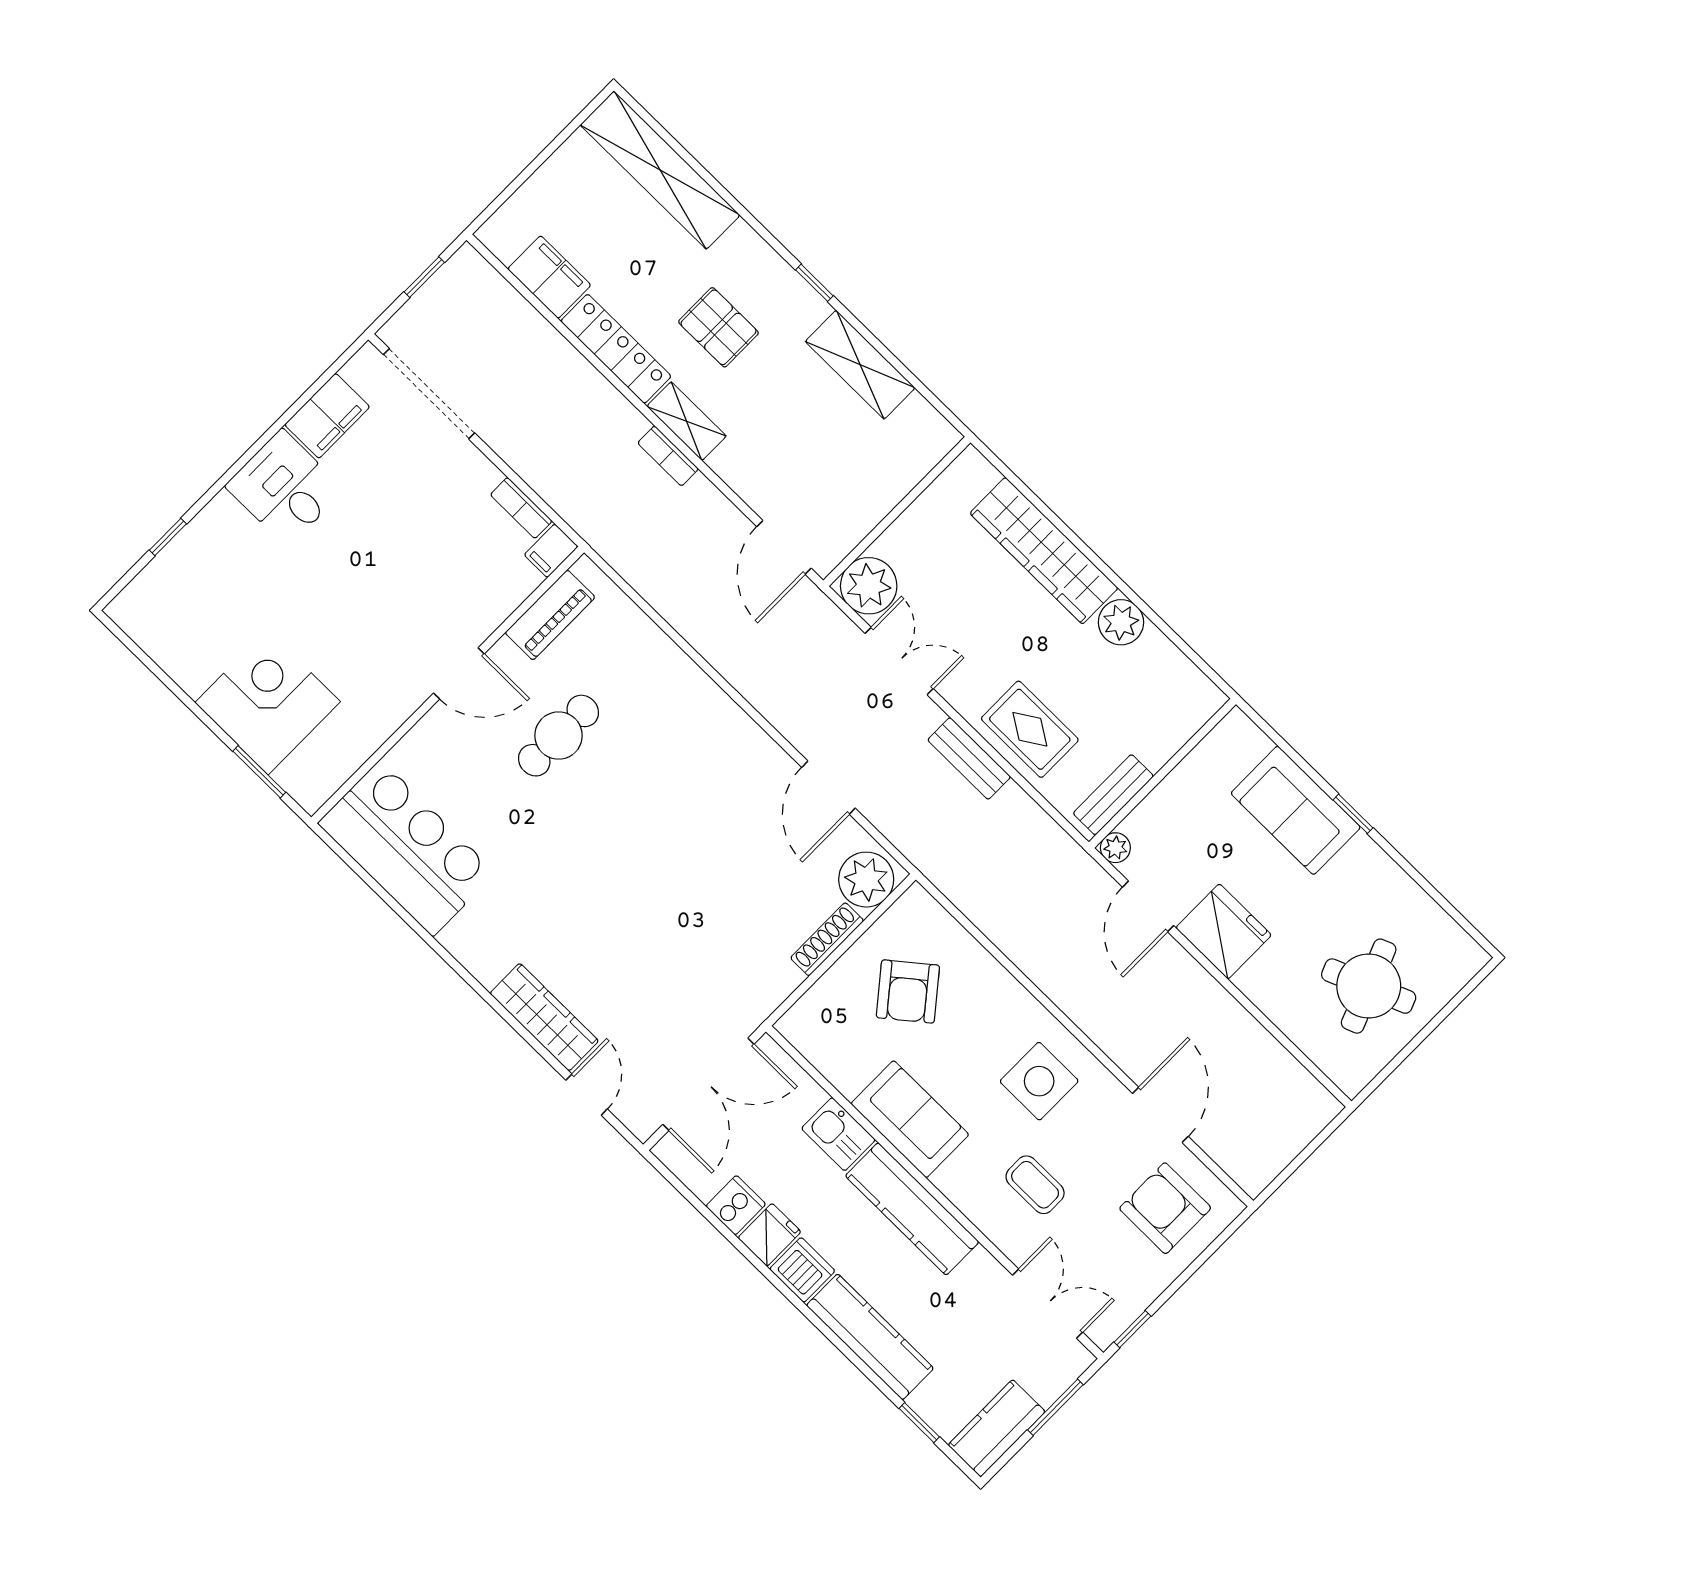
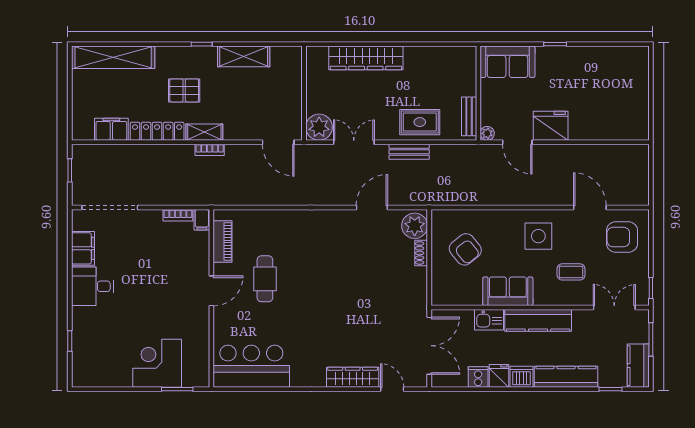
plant: (1121, 622) -> (415, 57), removed
door: (829, 788) -> (372, 208), swing flipped
sofa: (1296, 810) -> (508, 62), moved
shoe rack: (827, 939) -> (421, 253), width x0.70
round table: (1369, 986) -> (617, 96), removed

